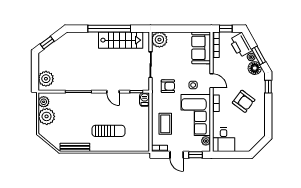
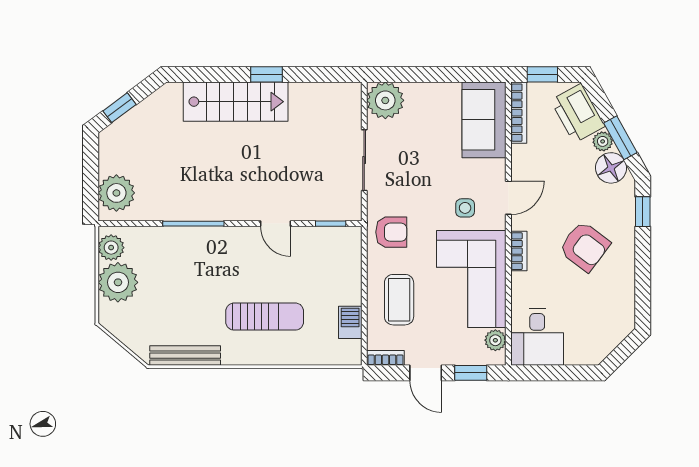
window: (109, 29) -> (267, 74), width x0.32
stairs: (121, 40) -> (236, 102), moved
door: (211, 81) -> (508, 198), hinge flipped
armchair: (168, 86) -> (391, 232), moved
barbecue: (145, 100) -> (350, 322), moved

